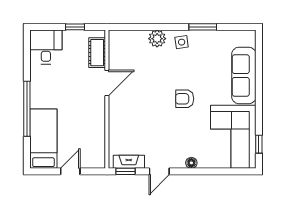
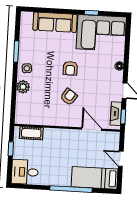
door: (107, 83) -> (92, 129), moved
armchair: (147, 99) -> (69, 97), added
window: (259, 144) -> (91, 13), moved

